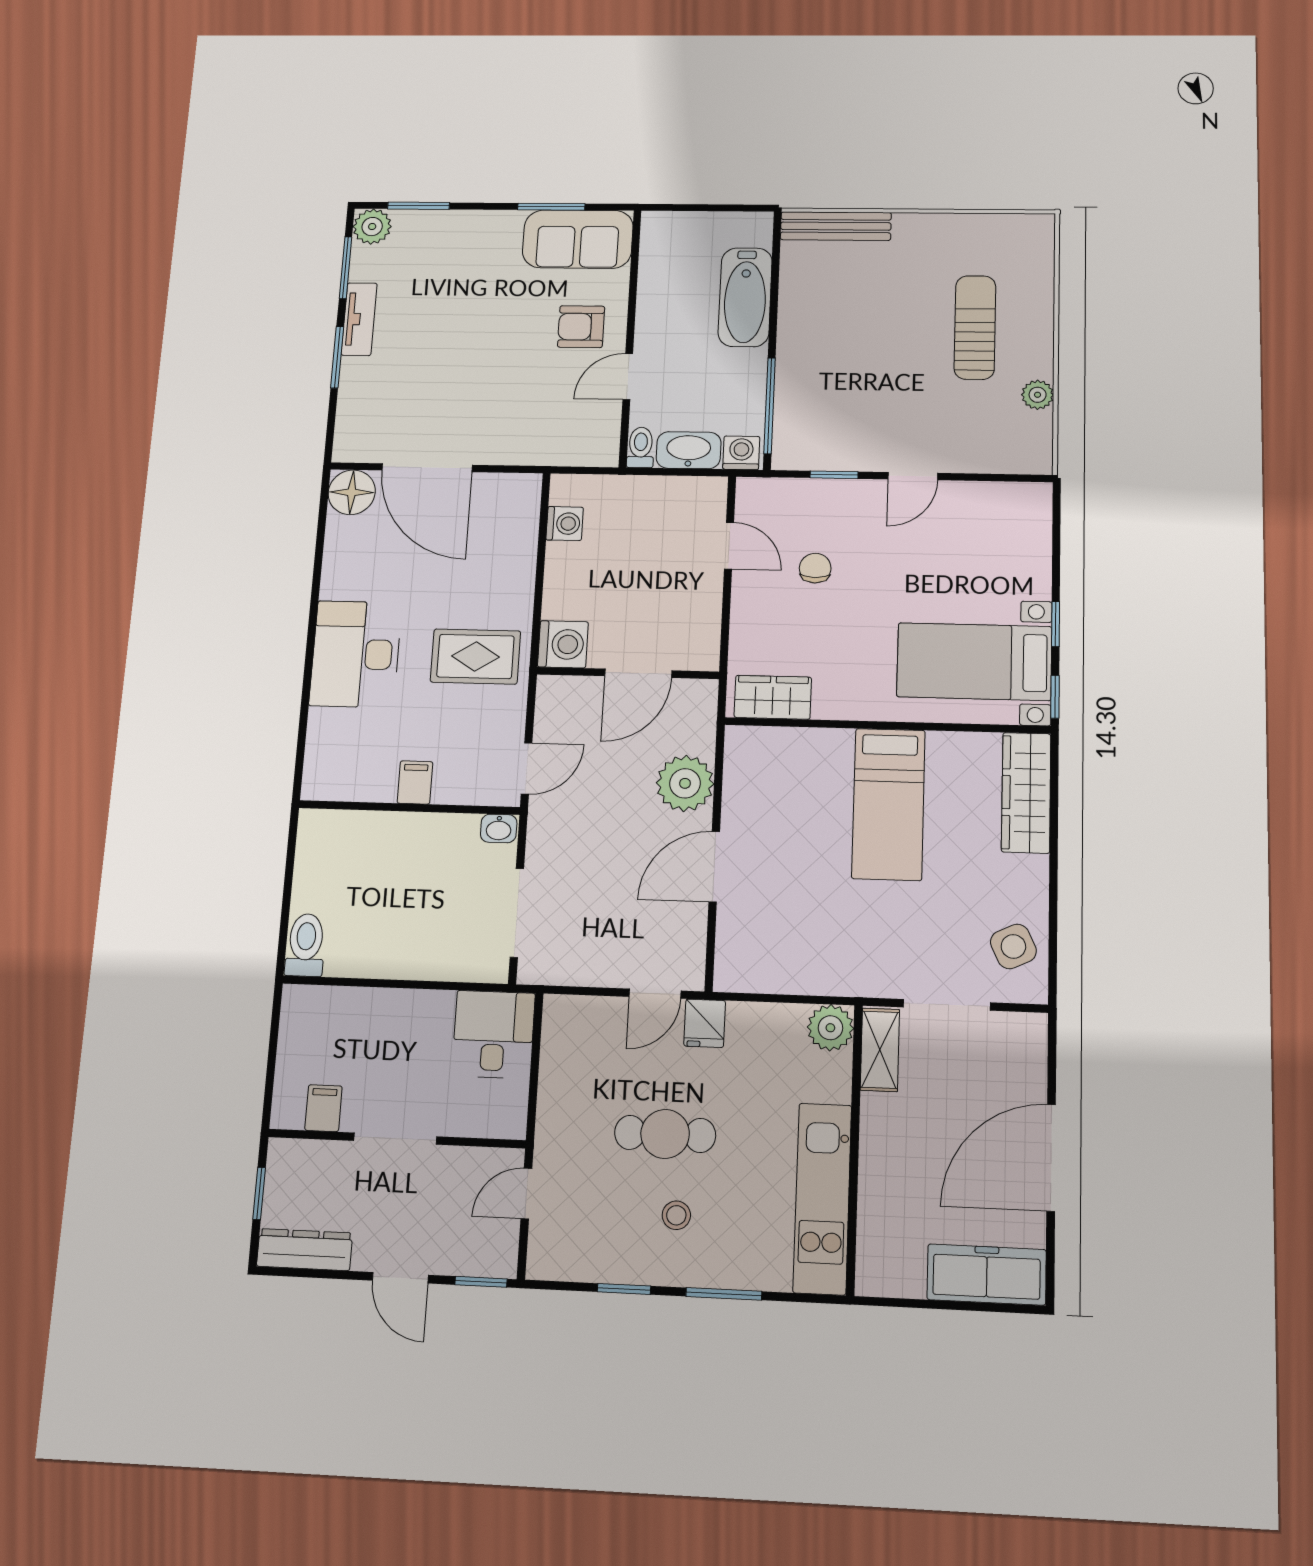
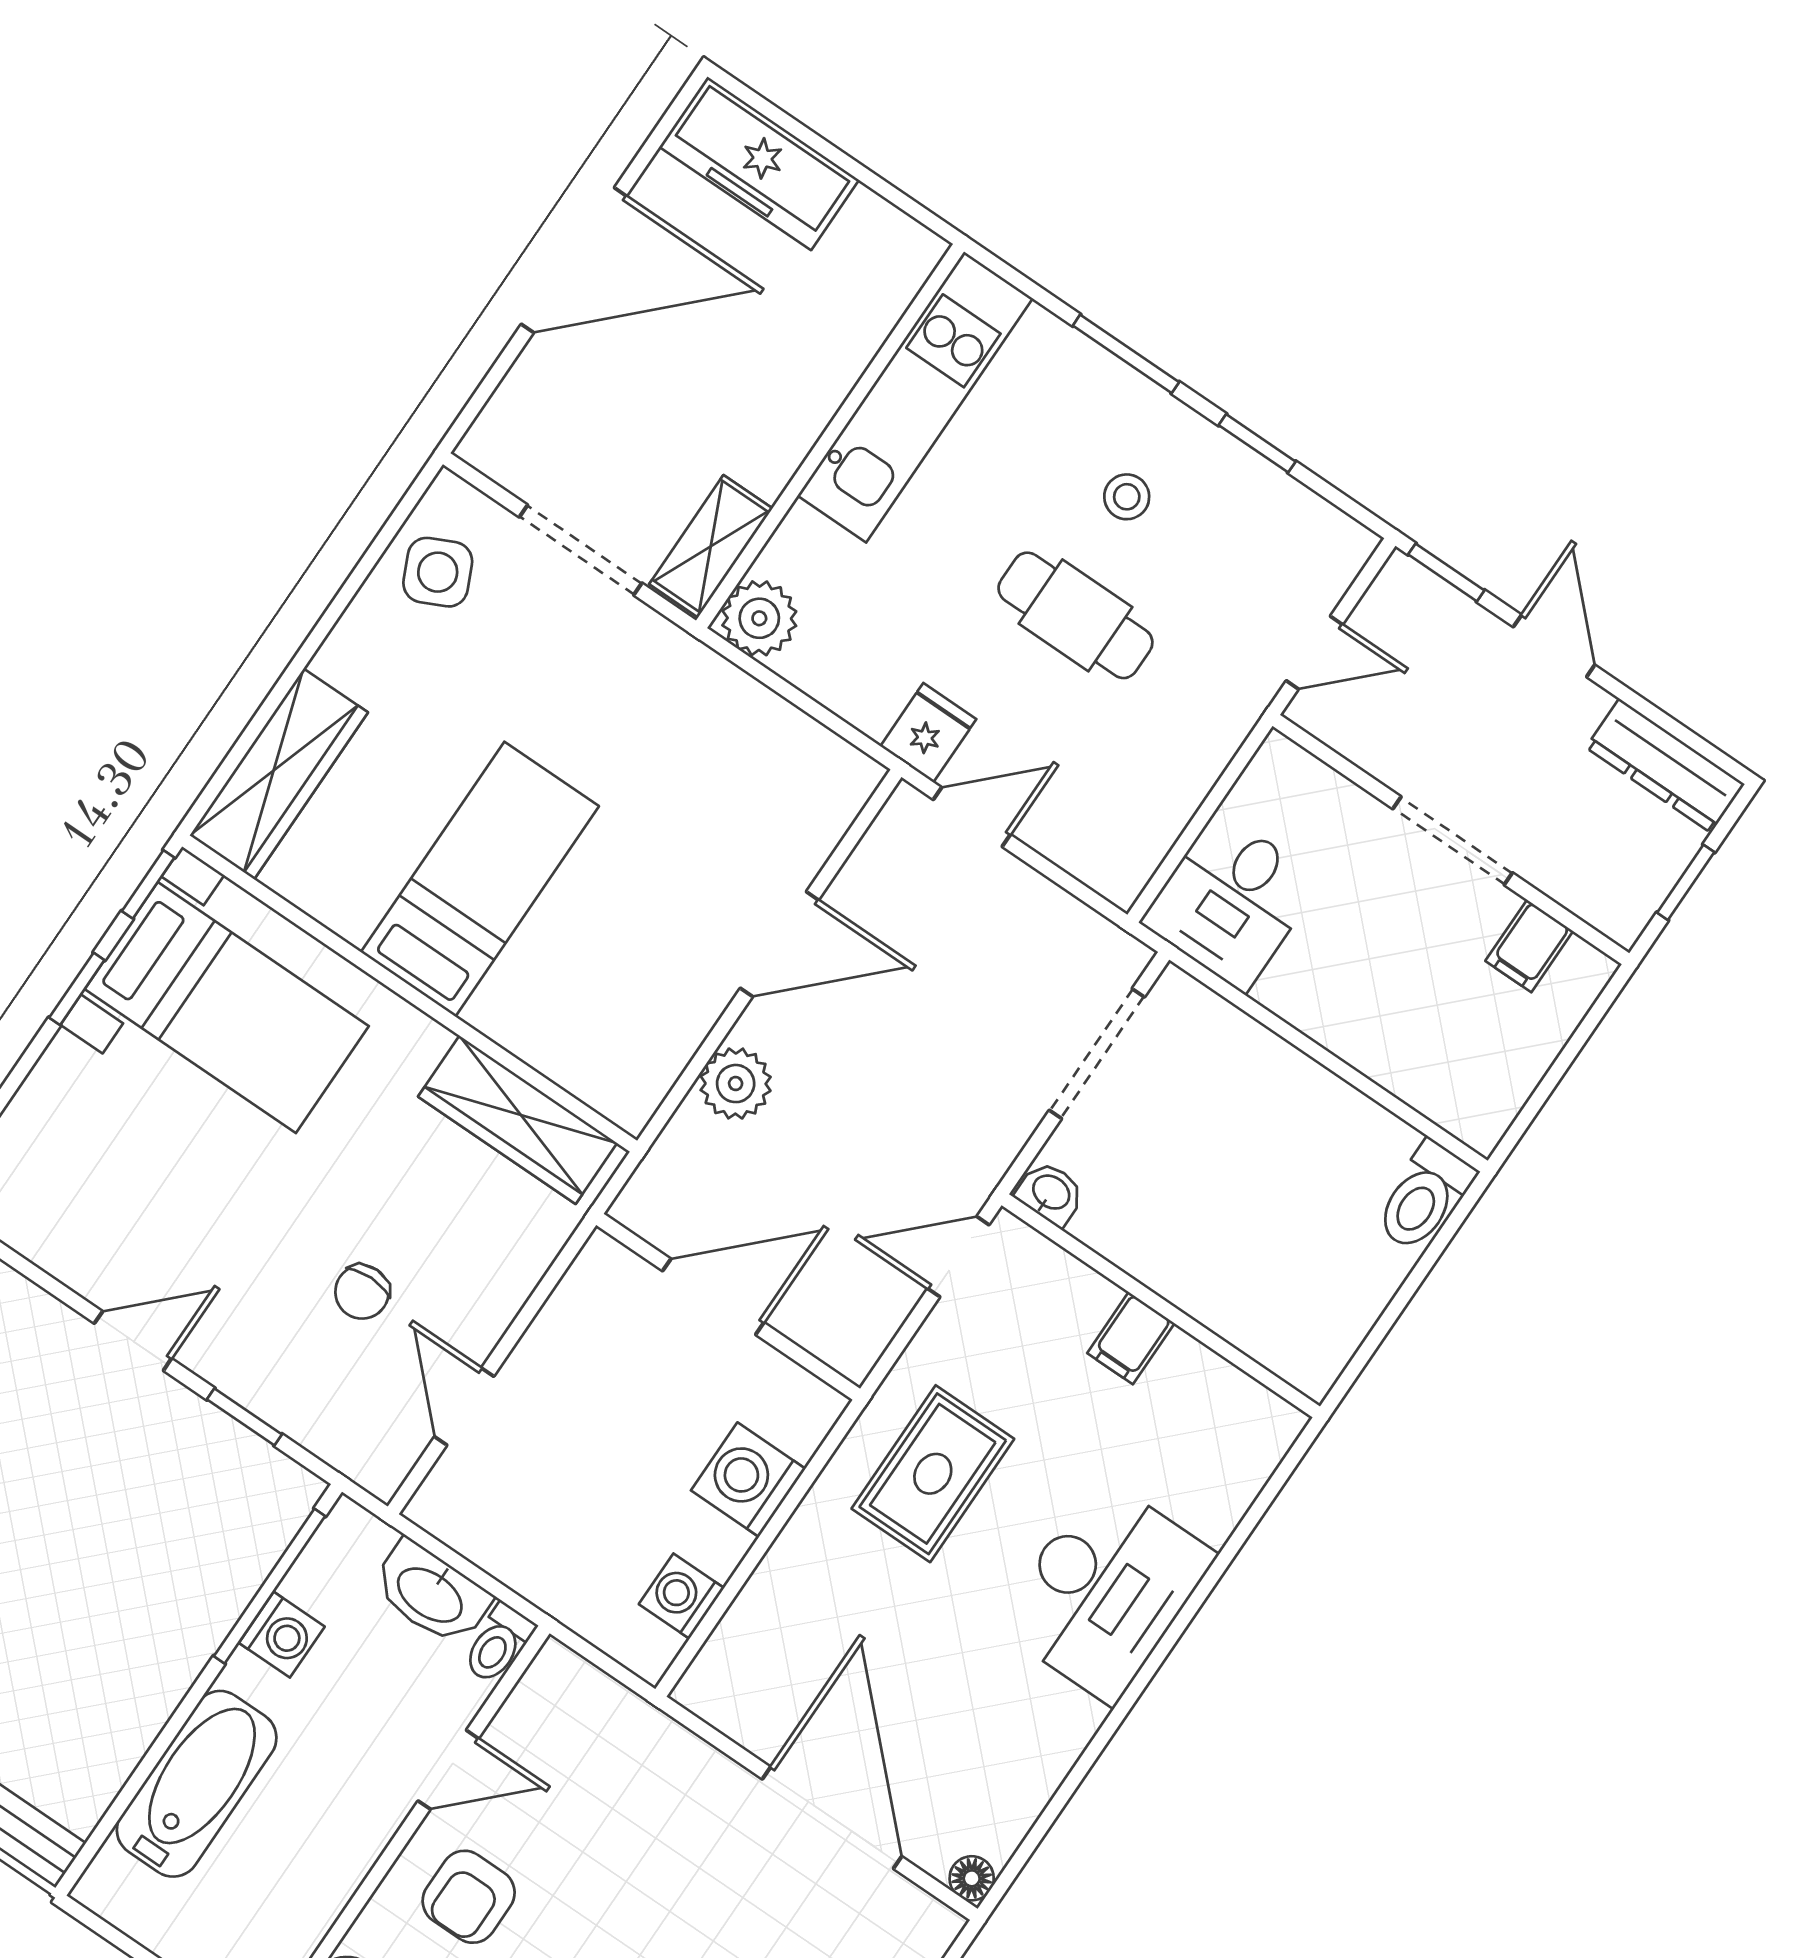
armchair: (581, 327) -> (469, 1897), turned 90
washing machine: (741, 453) -> (282, 1635), moved, turned -90
floor lamp: (352, 492) -> (972, 1878), width x0.53, depth x0.53
washing machine: (563, 644) -> (748, 1480), moved
rug: (475, 656) -> (933, 1474), turned 90
wardrobe: (773, 697) -> (518, 1120), width x1.50
plant: (685, 783) -> (736, 1084), width x0.73, depth x0.73

